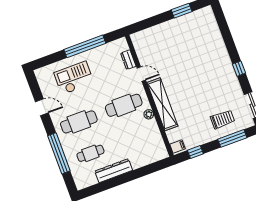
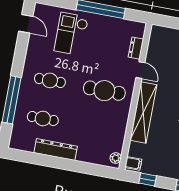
checkout: (74, 78) -> (71, 34), turned -90
door: (42, 107) -> (26, 24), moved
plant: (149, 114) -> (116, 158), moved
cafe table: (79, 122) -> (50, 80), width x0.73, depth x0.74

